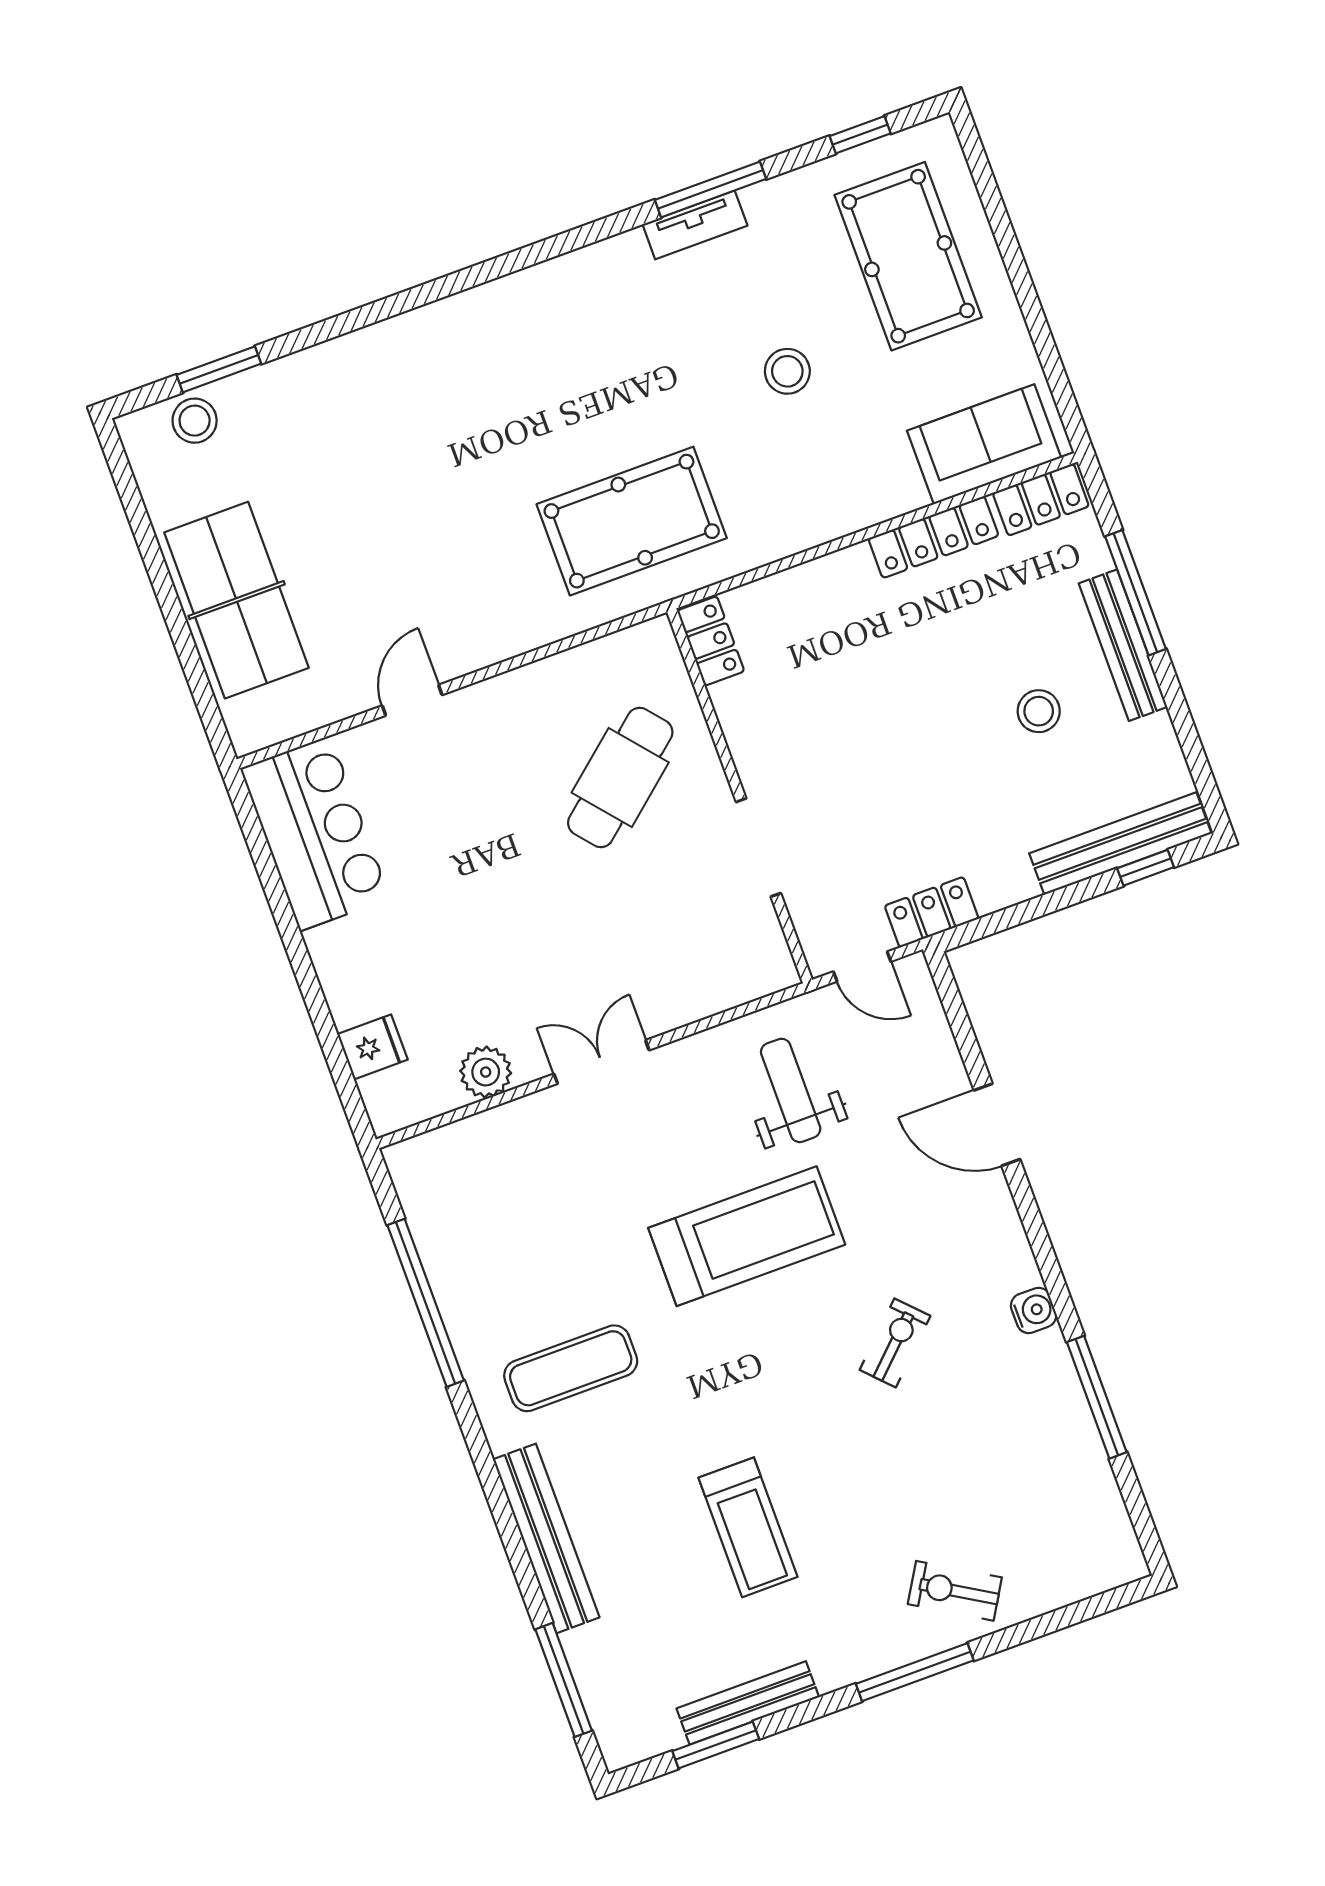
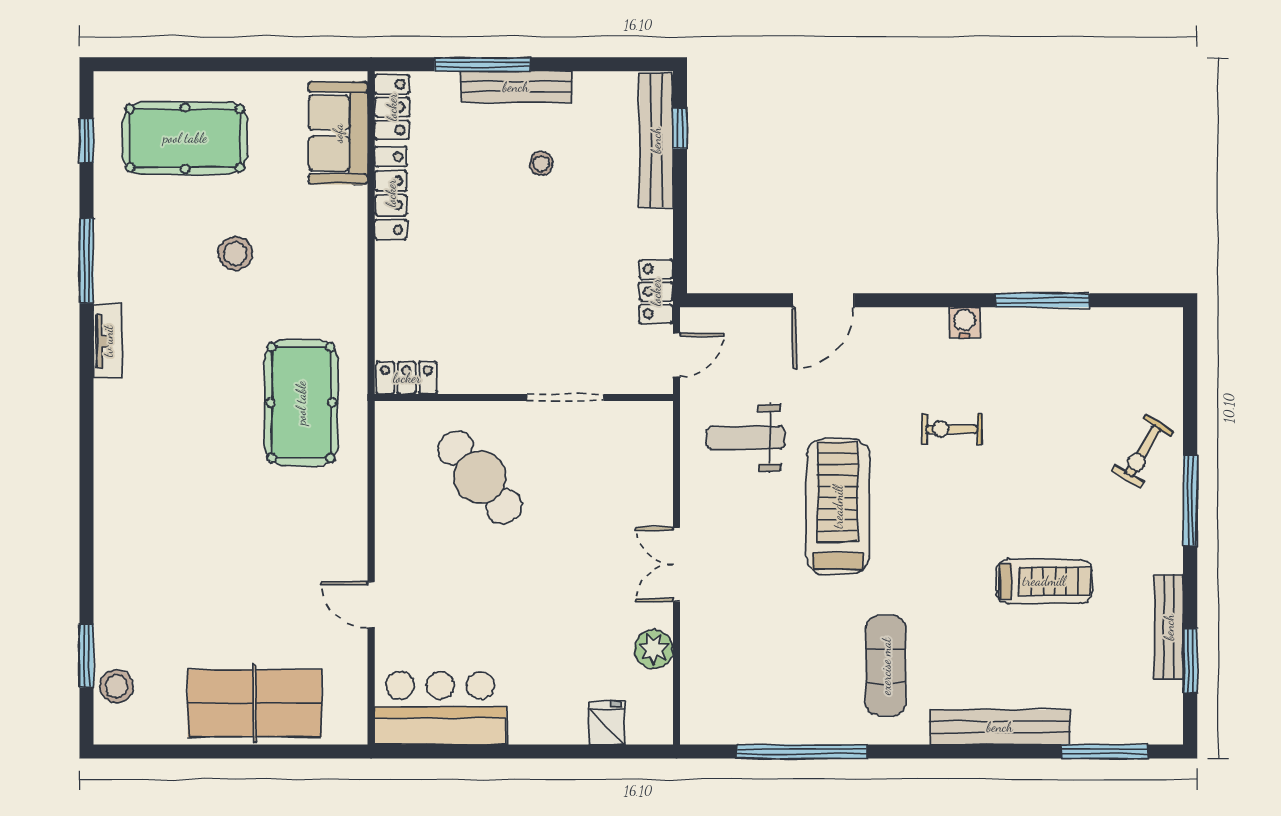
tv unit: (695, 225) -> (108, 341), moved
stool: (1039, 711) -> (541, 164), width x0.73, depth x0.73
exercise bike: (895, 1343) -> (952, 429), turned -46

